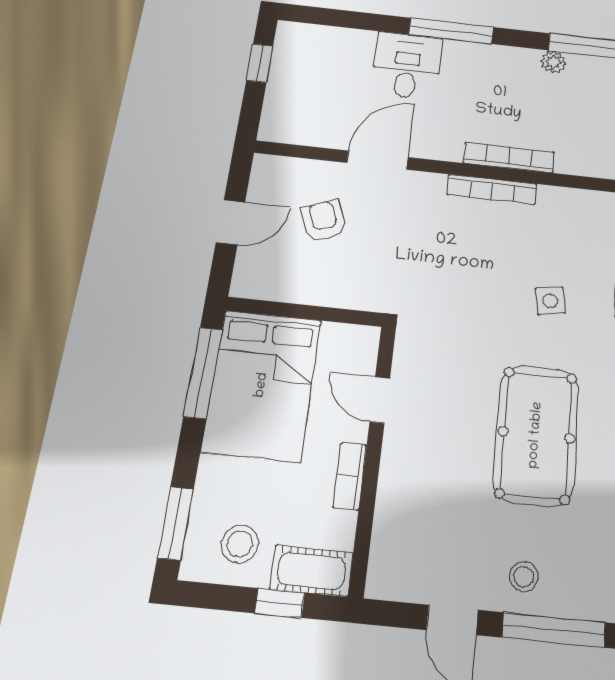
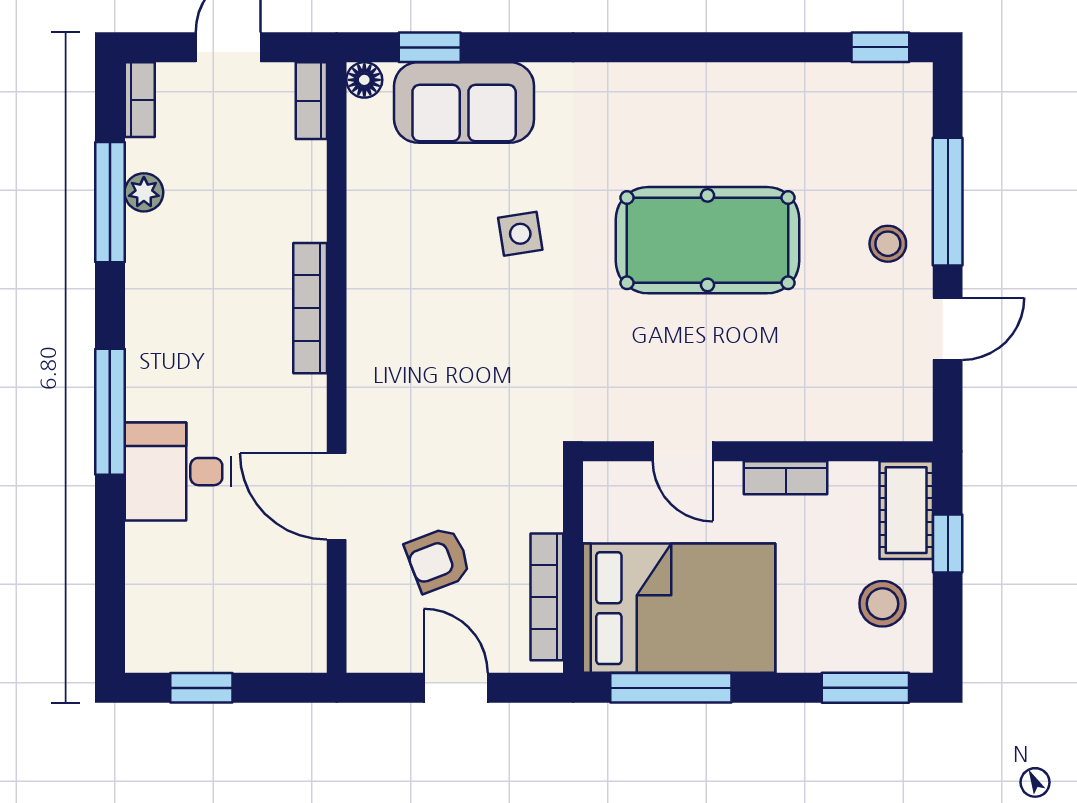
plant: (553, 62) -> (144, 192), moved
bookcase: (492, 189) -> (547, 597), moved, turned 180
door: (380, 400) -> (683, 451), hinge flipped

